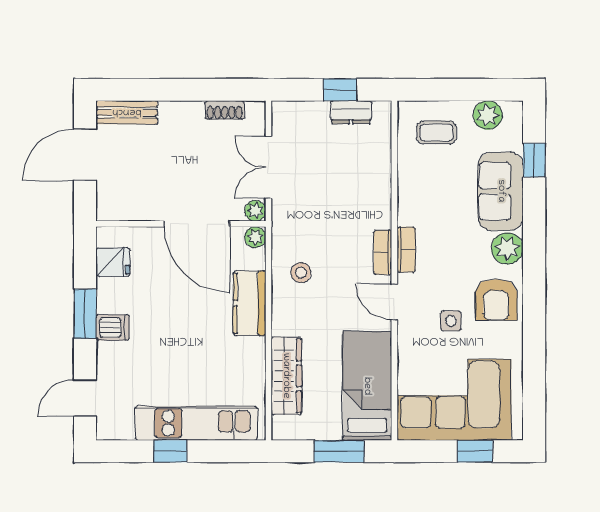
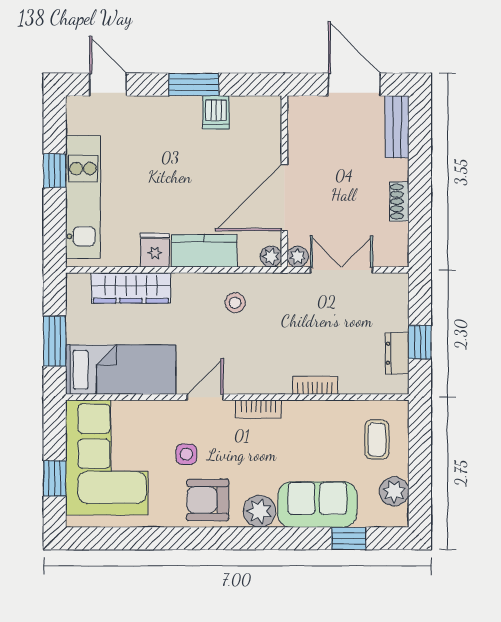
shoe rack: (225, 110) -> (399, 202), moved
bookcase: (383, 252) -> (315, 385), moved
fridge: (113, 262) -> (155, 250), moved, turned 180
dishwasher: (113, 327) -> (216, 112), moved

